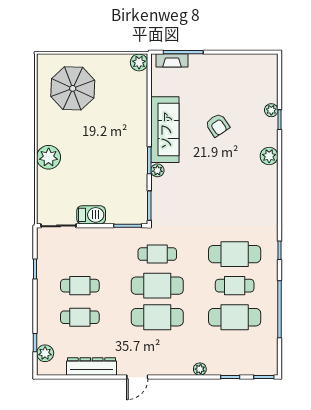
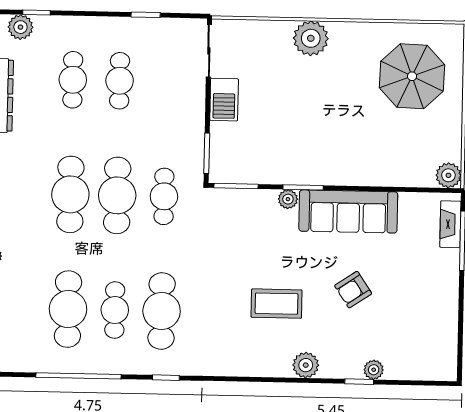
coffee table: (228, 177) -> (277, 304), added

